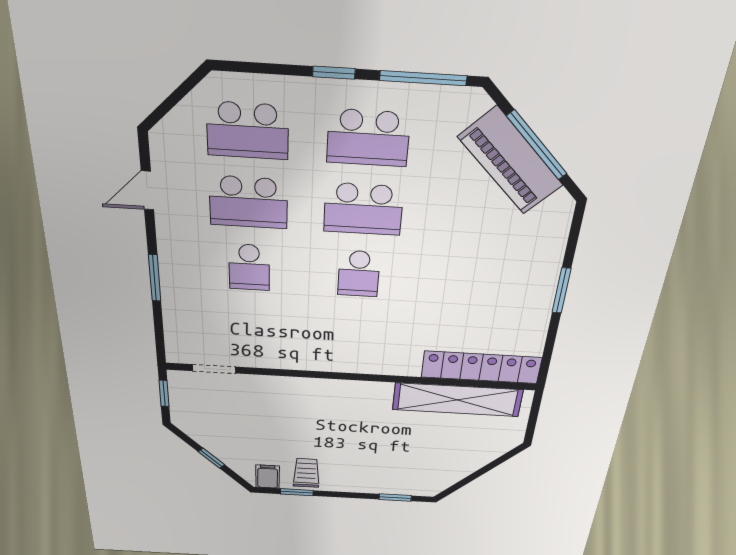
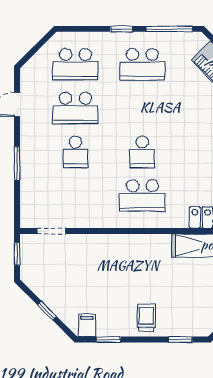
school desk: (363, 209) -> (142, 196), moved
trolley: (306, 473) -> (146, 317), moved

